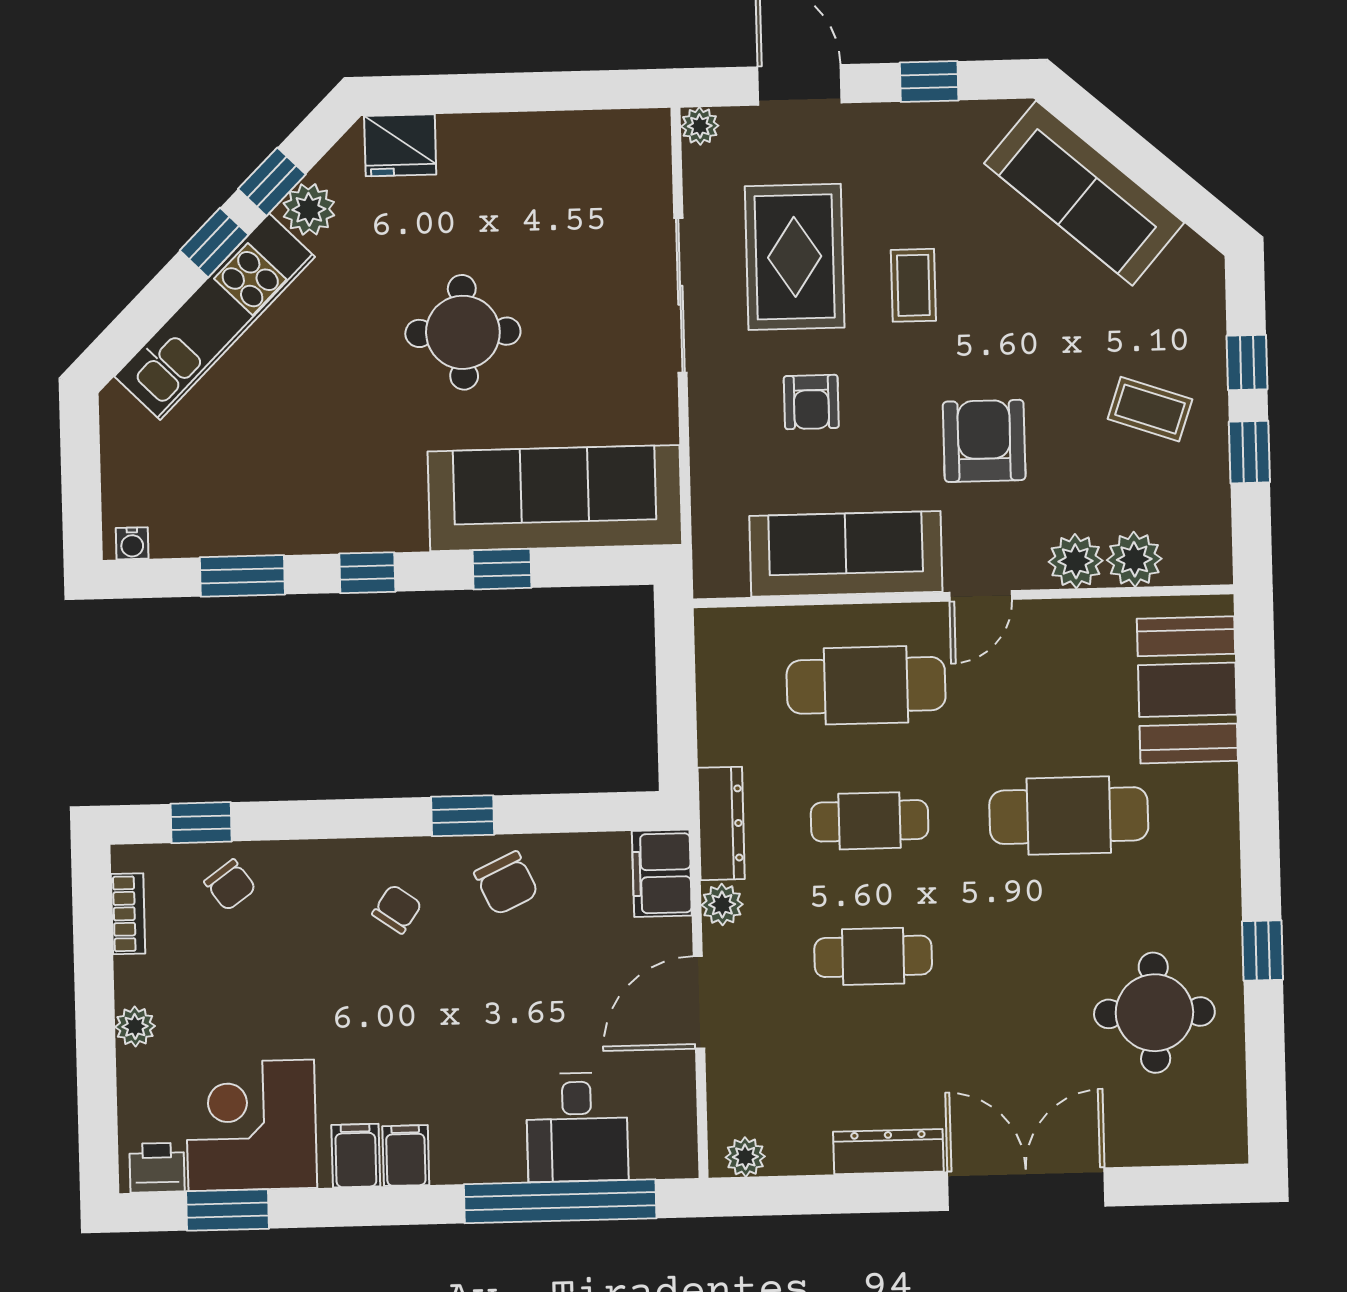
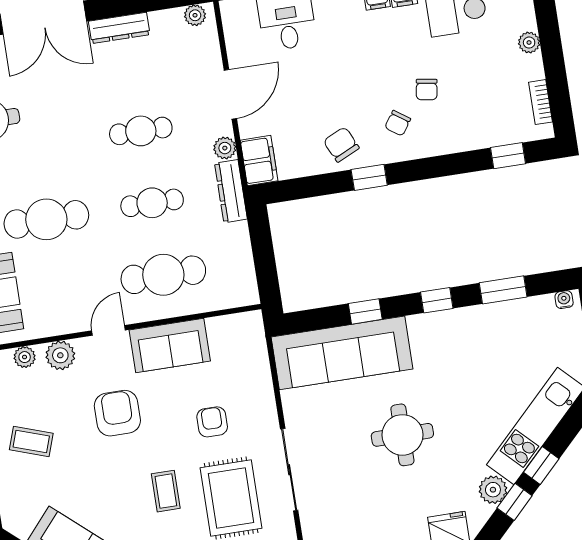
armchair: (984, 441) -> (117, 413), turned 180
sofa: (846, 554) -> (170, 345), width x0.73
plant: (1134, 559) -> (25, 357), width x0.73, depth x0.73
chair: (230, 885) -> (427, 90), moved, turned -135

